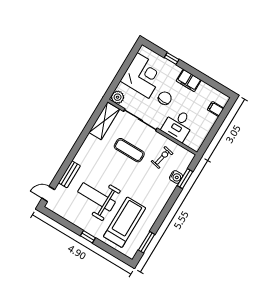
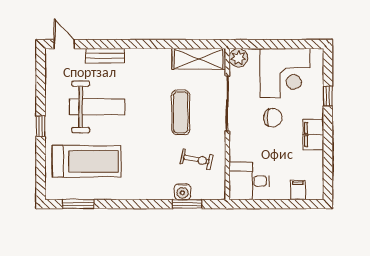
desk: (178, 125) -> (249, 181), moved
weight bench: (97, 197) -> (97, 107), turned 90

